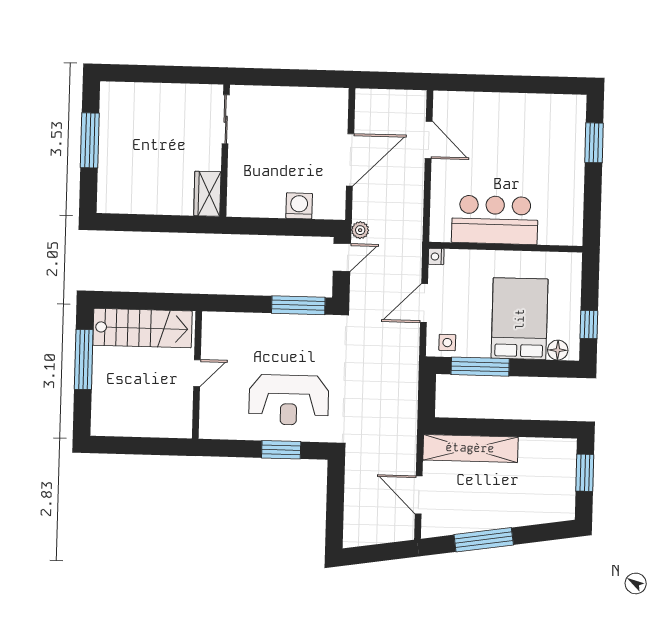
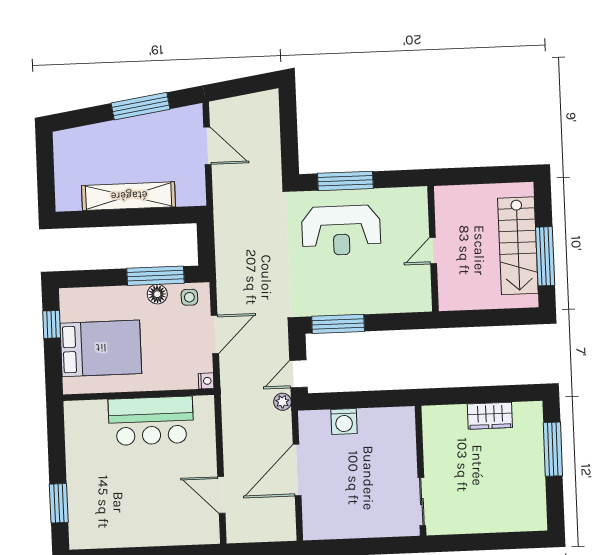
window: (90, 140) -> (553, 449), moved
wardrobe: (207, 194) -> (490, 416), moved, turned 90
bed: (520, 319) -> (101, 348), moved, turned -90
stairs: (142, 328) -> (518, 246), moved, turned -90
floor lamp: (558, 350) -> (157, 294), moved
reception desk: (289, 400) -> (341, 230), turned 180
shelving: (470, 448) -> (129, 196), moved
window: (281, 450) -> (345, 181), width x1.44
window: (585, 473) -> (46, 179), removed

